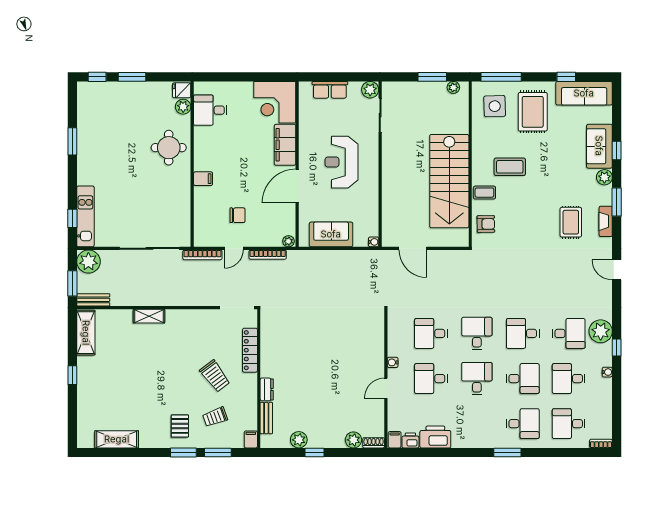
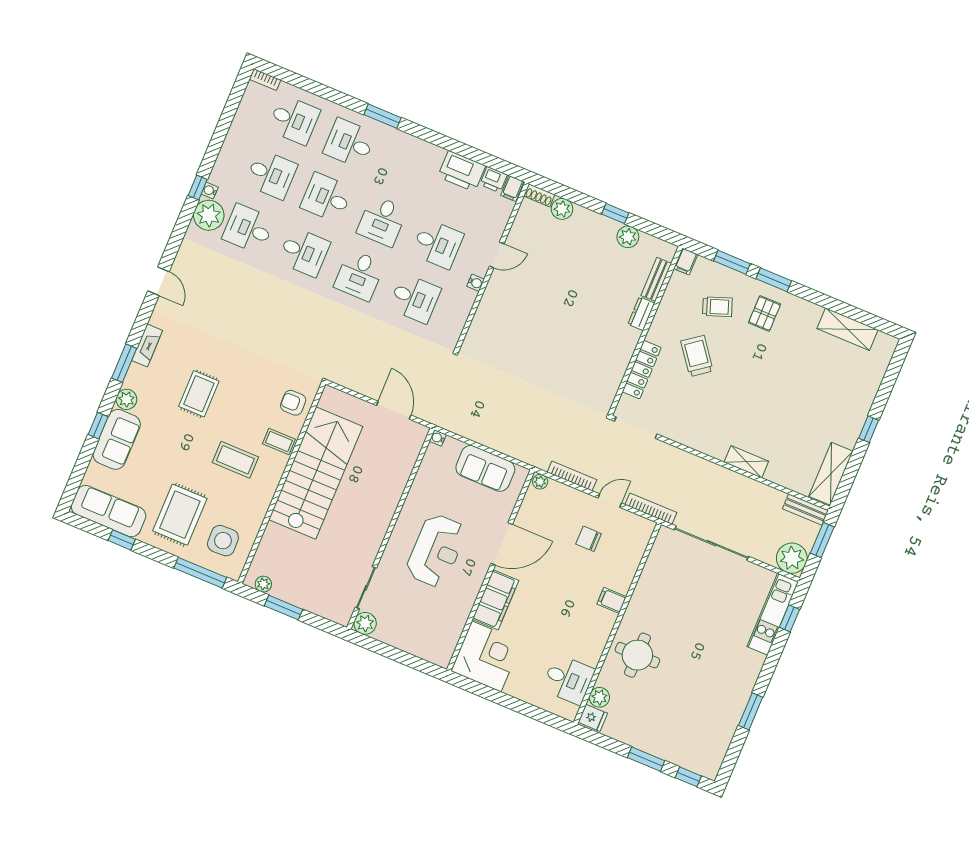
row of seats: (330, 90) -> (414, 644), removed
rug: (571, 222) -> (199, 394), moved
water cooler: (607, 372) -> (210, 191), moved

